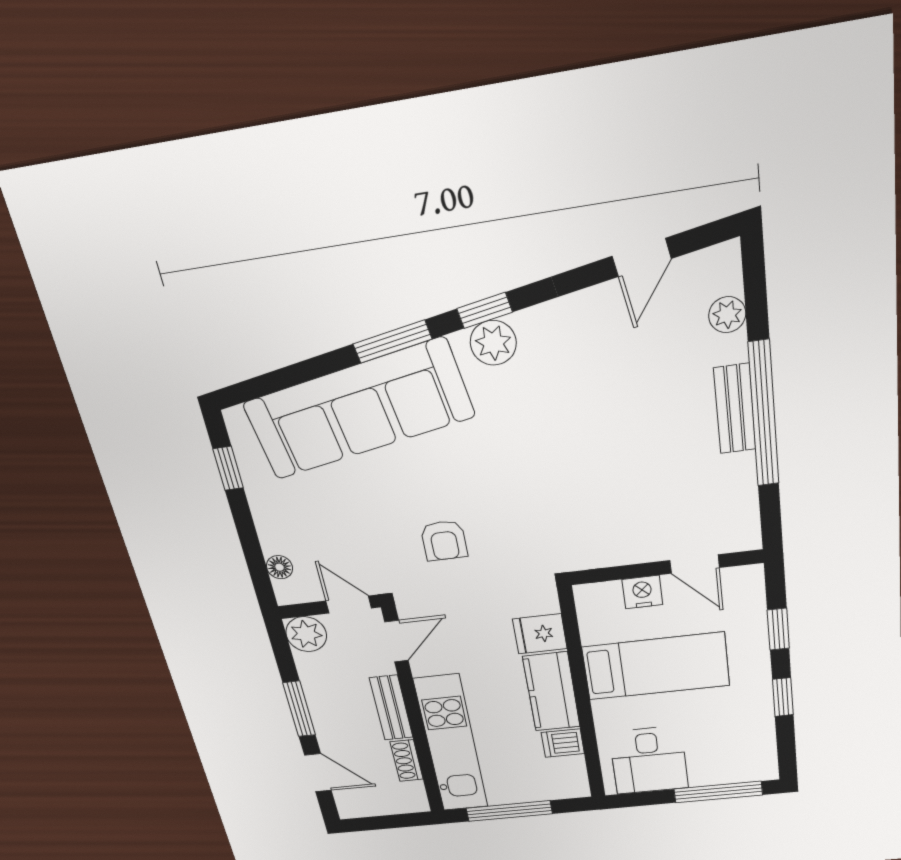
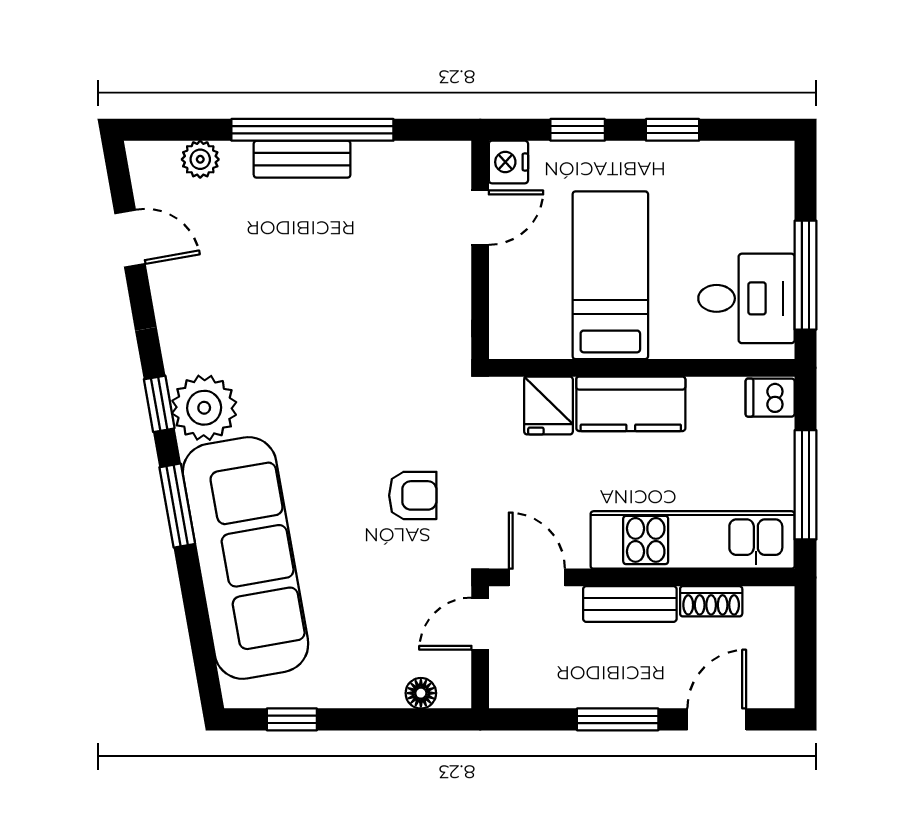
plant: (493, 343) -> (204, 408), width x1.36, depth x1.36
nightstand: (642, 592) -> (508, 162), moved
plant: (306, 634) -> (513, 684), removed
dishwasher: (563, 743) -> (770, 398), moved, turned 90
window: (718, 792) -> (805, 275), moved

